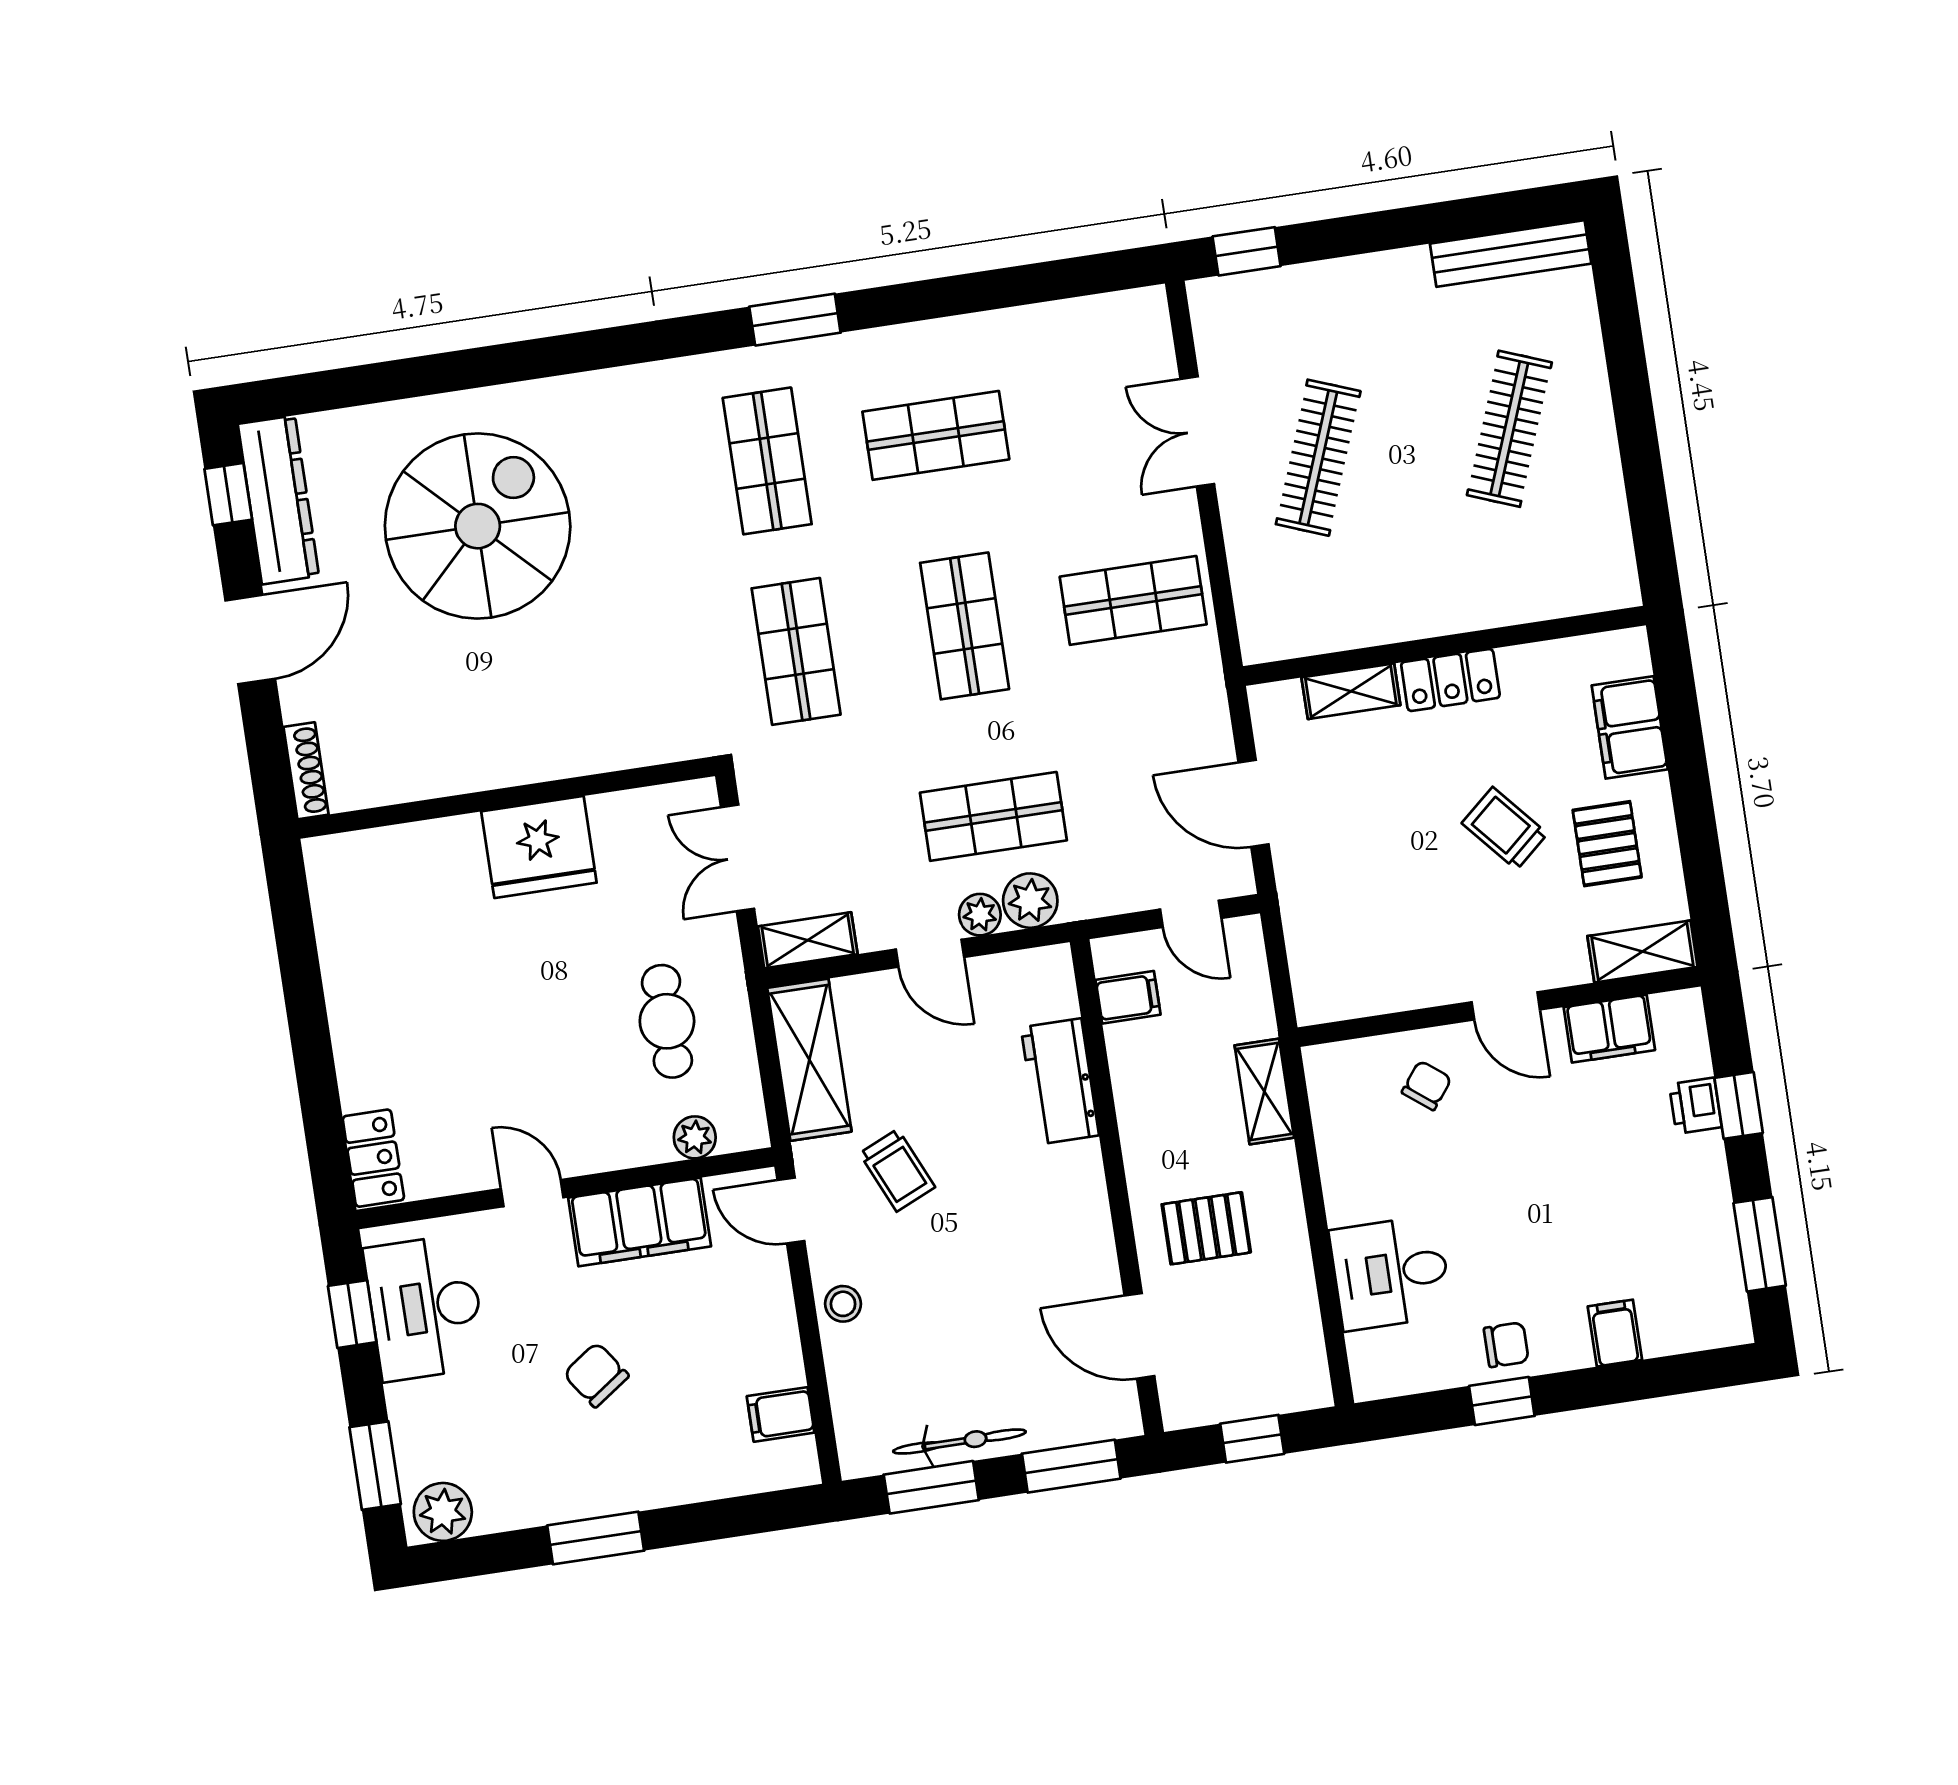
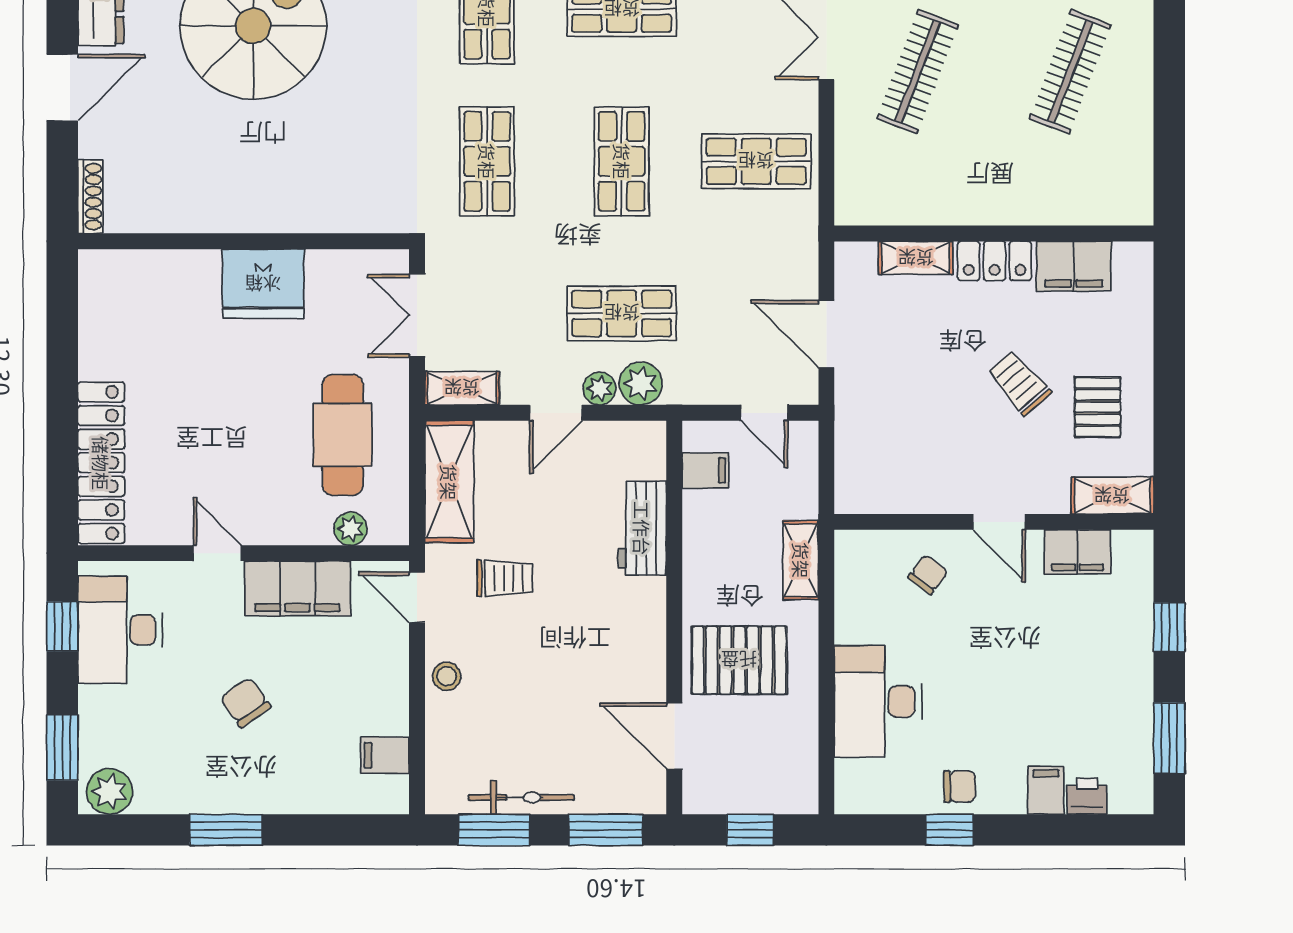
filing cabinet: (1630, 727) -> (1074, 266), moved, turned -90
door: (930, 953) -> (556, 413), hinge flipped
cafe table: (667, 1021) -> (343, 435), width x1.37, depth x1.35
printer: (1695, 1106) -> (1087, 796), moved, turned 90
locker: (373, 1158) -> (101, 463), width x2.16, depth x1.21
trolley: (897, 1170) -> (505, 578), turned -66
pallet: (1206, 1228) -> (739, 660), width x1.50, depth x1.42
desk: (1391, 1273) -> (878, 702), width x1.37

